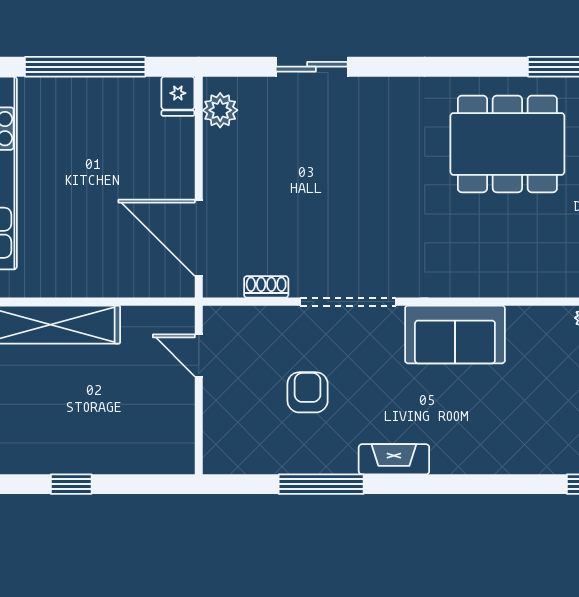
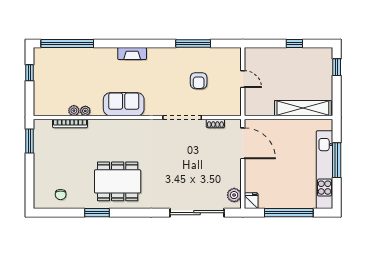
sliding door: (312, 67) -> (197, 213), width x1.86
sofa: (455, 334) -> (124, 104), moved
door: (199, 355) -> (243, 79), moved
fireplace: (394, 459) -> (132, 54), moved

